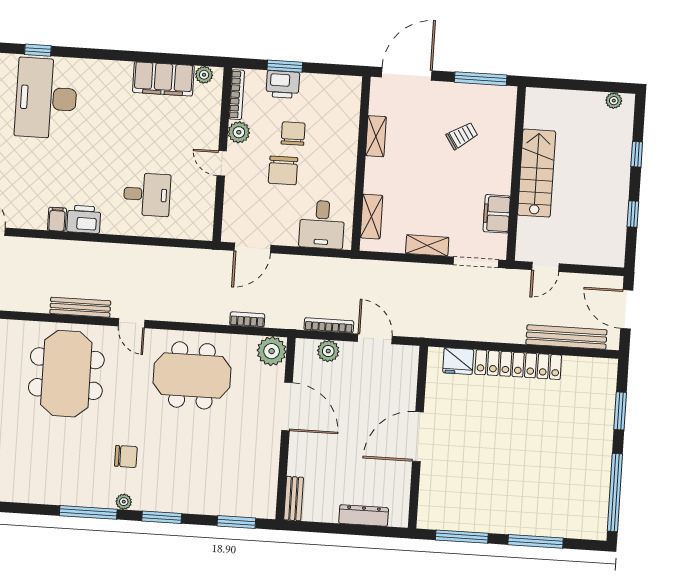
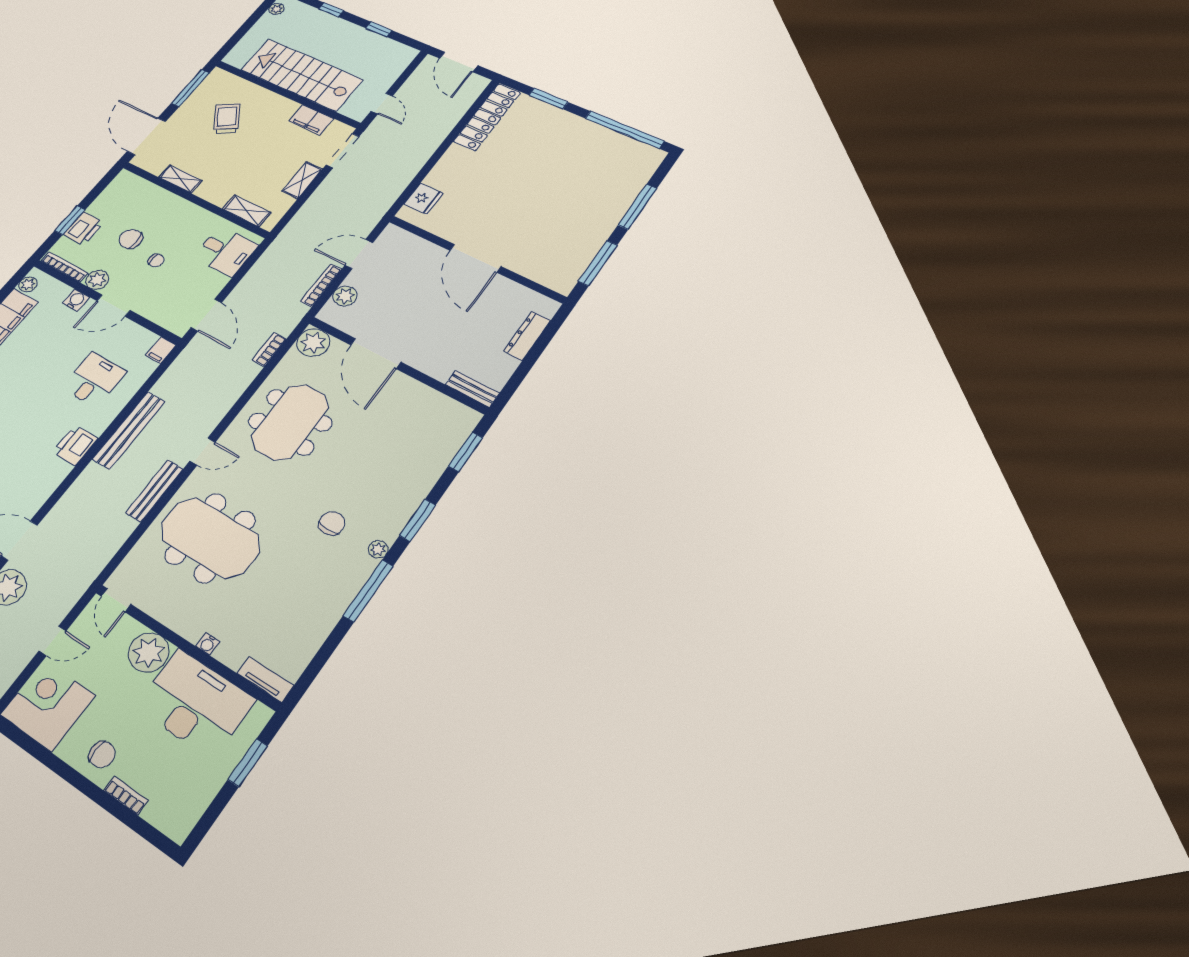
water cooler: (210, 128) -> (76, 300), added
trolley: (462, 136) -> (227, 119), width x1.36, depth x1.39
door: (222, 163) -> (113, 306), width x1.37
chair: (283, 170) -> (156, 260), width x0.54, depth x0.54
stairs: (537, 173) -> (302, 75), width x1.36, depth x1.51
filing cabinet: (57, 219) -> (161, 350), moved, turned -90
door: (627, 309) -> (459, 62), hinge flipped
bench: (566, 337) -> (129, 430), moved
locker: (518, 365) -> (487, 117), moved
door: (287, 406) -> (376, 353), swing flipped

